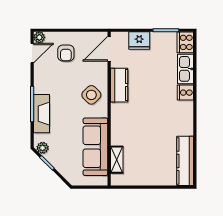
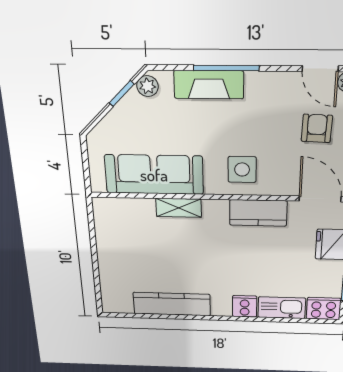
armchair: (66, 53) -> (317, 128), turned 92
side table: (91, 95) -> (242, 169), turned 45
shelving: (117, 160) -> (179, 208), moved
kitchen counter: (185, 161) -> (172, 304), moved

